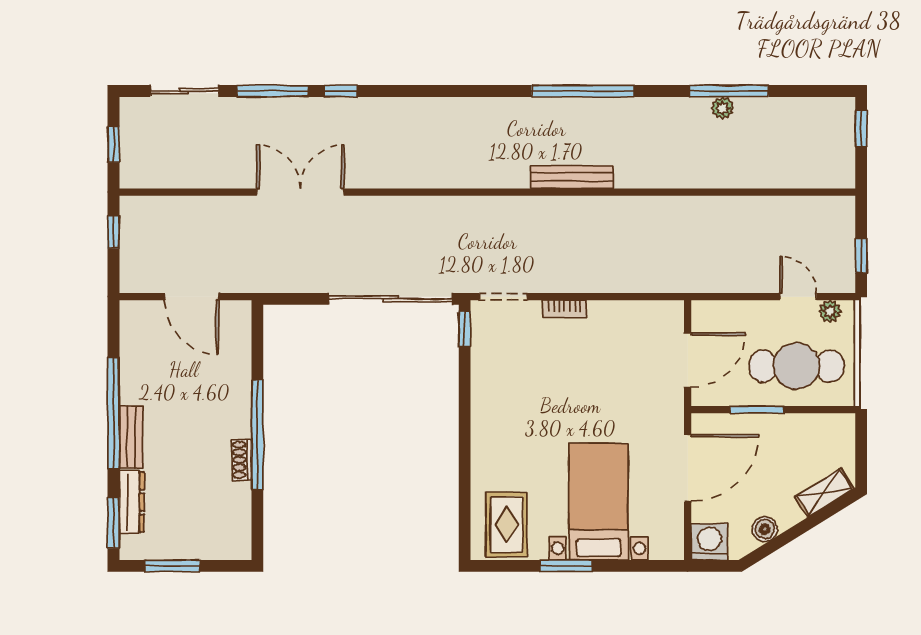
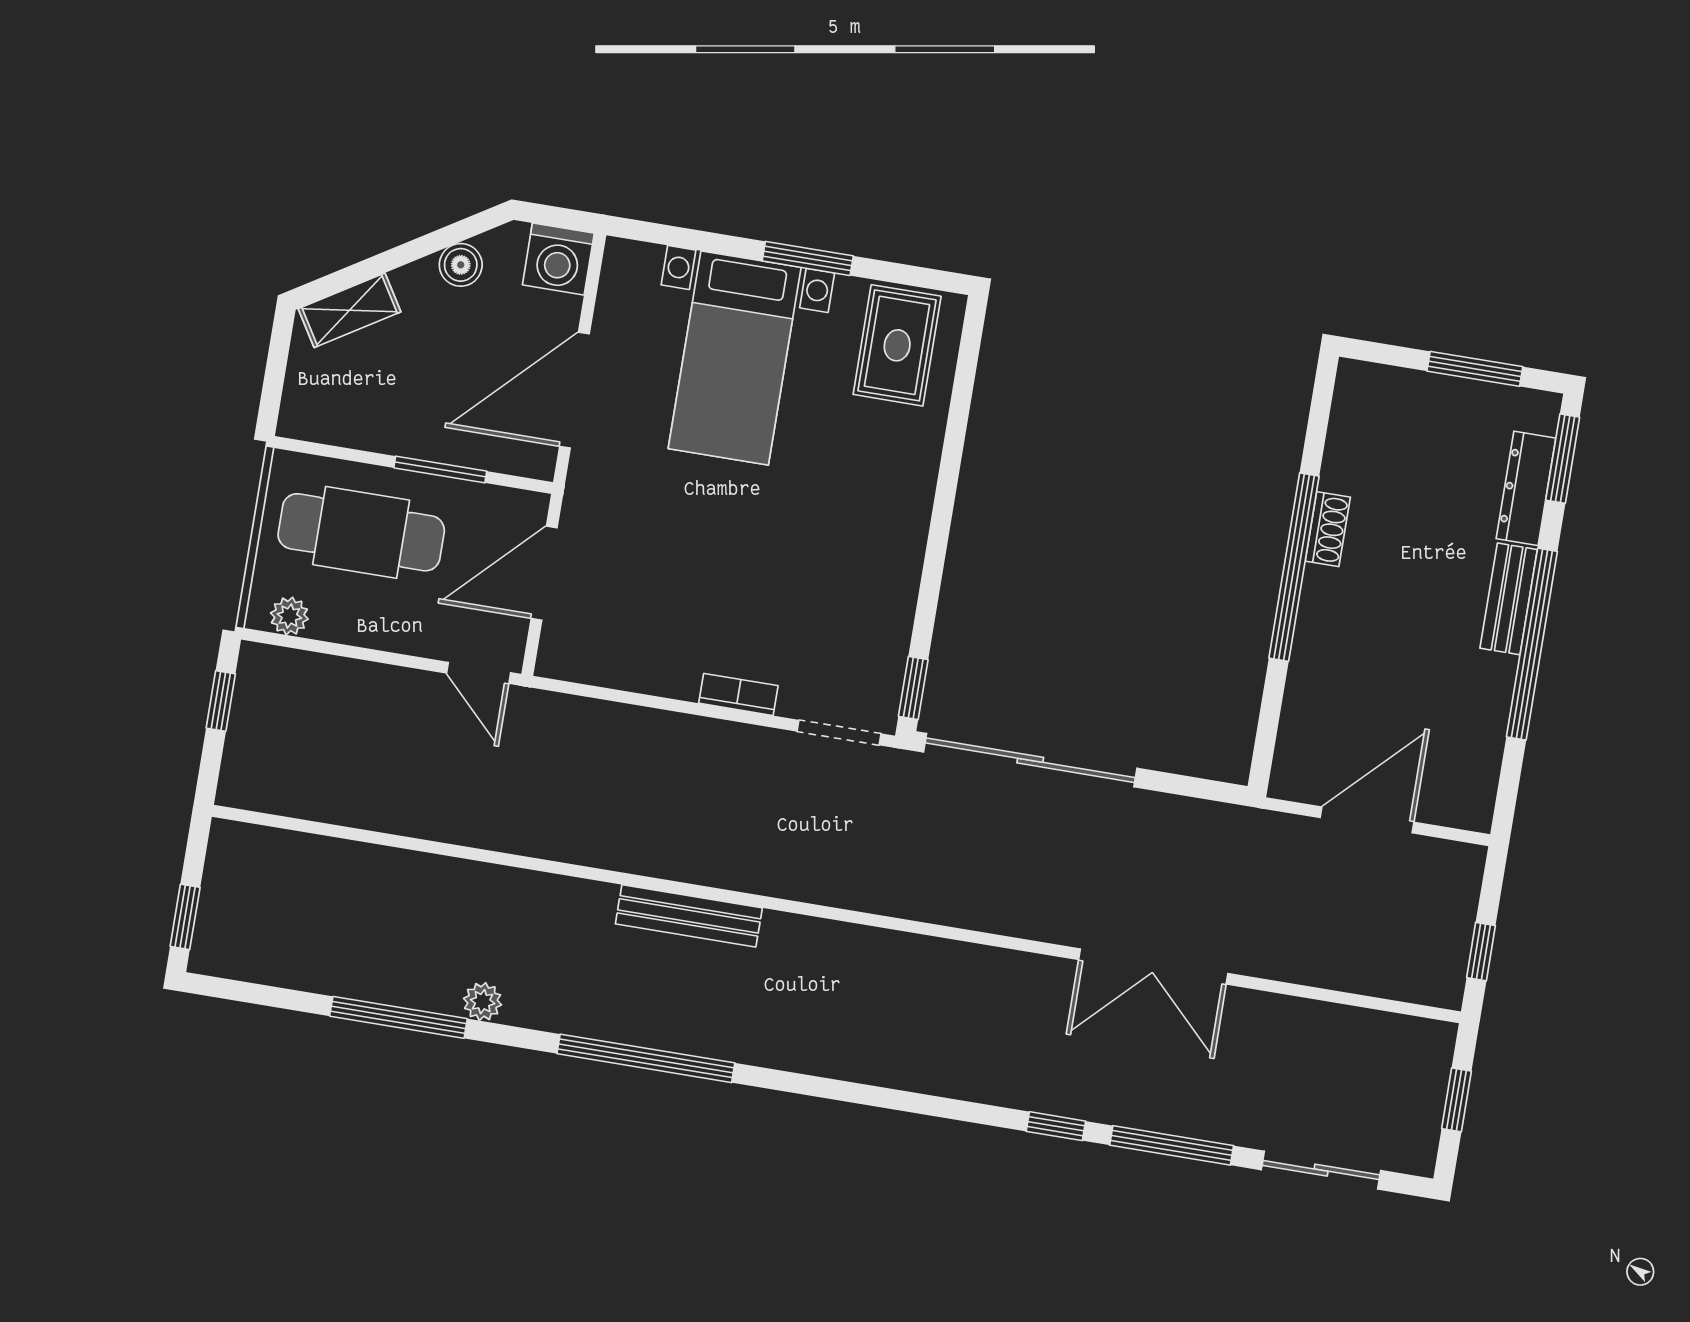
plant: (722, 108) -> (483, 1002), moved
door: (191, 297) -> (1367, 820), hinge flipped
door: (798, 297) -> (479, 673), moved

